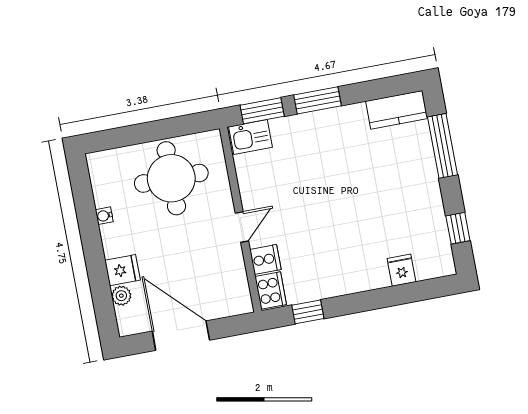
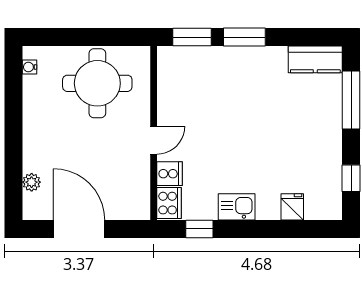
kitchen sink: (250, 137) -> (237, 207), moved, turned 180
water cooler: (104, 216) -> (30, 67), moved
fridge: (123, 270) -> (37, 159), removed

